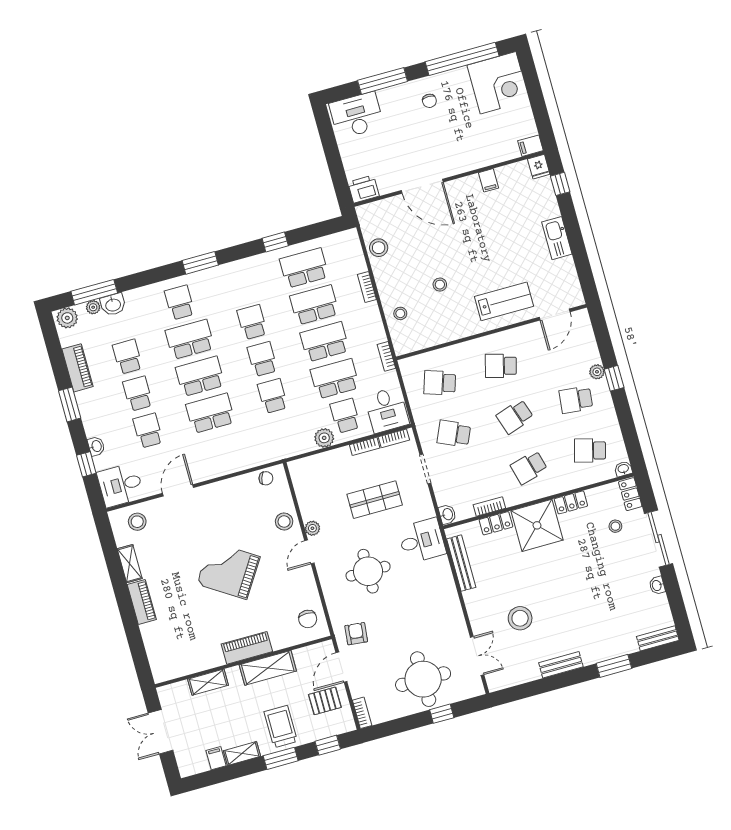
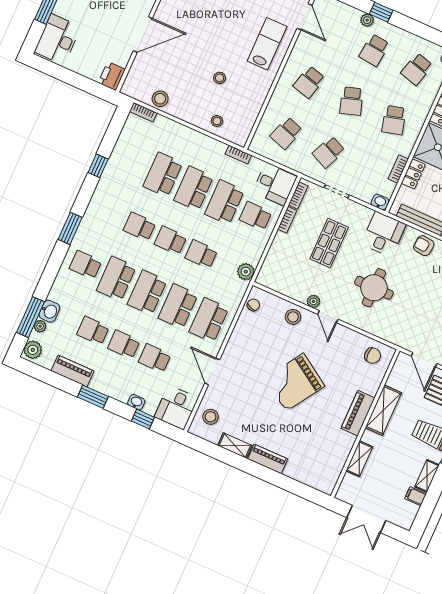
school desk: (304, 268) -> (209, 320), moved
bookcase: (367, 287) -> (143, 112), moved
plant: (324, 438) -> (246, 272), moved
armchair: (356, 634) -> (424, 246), moved

